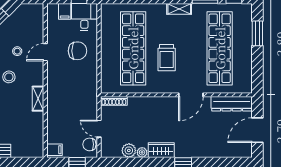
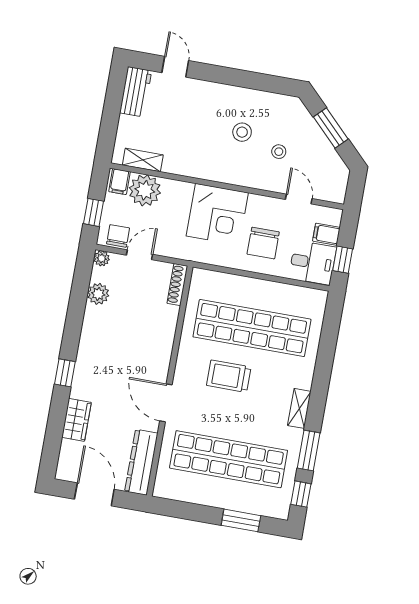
door: (45, 52) -> (299, 199), moved
corner desk: (64, 83) -> (217, 214), added
shelving: (38, 99) -> (143, 160), moved
plant: (57, 132) -> (145, 190), added
wardrobe: (161, 150) -> (76, 420), moved
plant: (142, 152) -> (102, 258), moved

